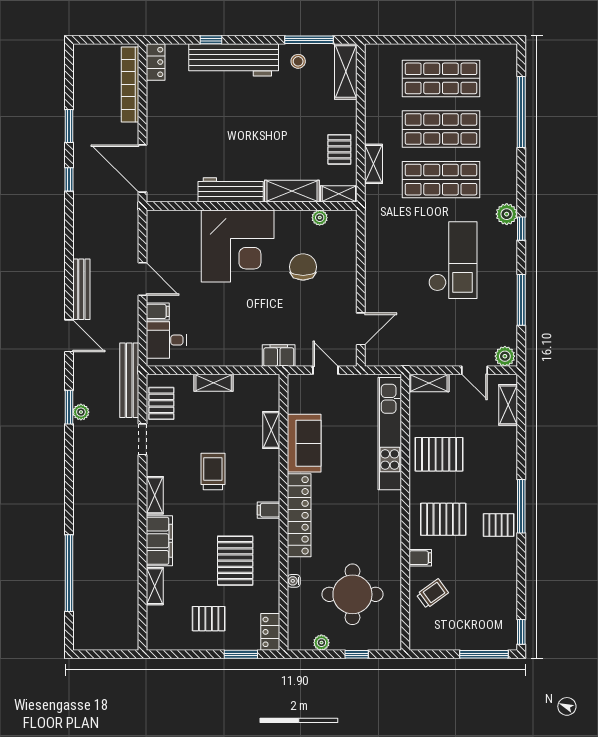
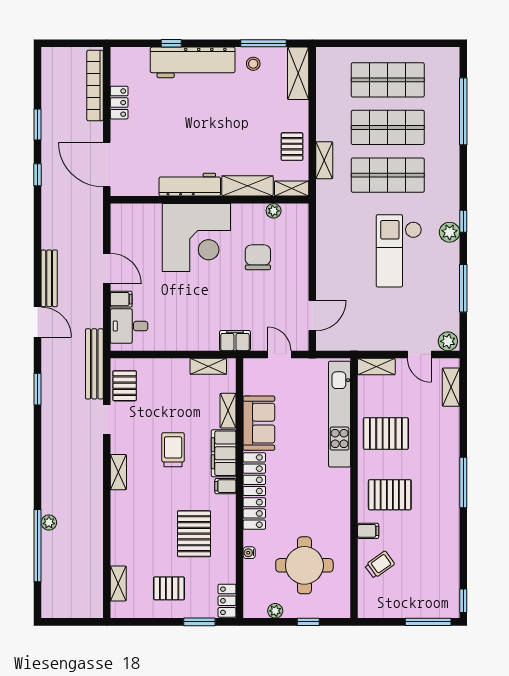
locker: (156, 62) -> (119, 103), moved
plant: (507, 214) -> (450, 232), moved
checkout: (453, 260) -> (399, 251), turned 180
shelving: (214, 383) -> (208, 366), moved
plant: (81, 412) -> (49, 522), moved
pallet: (499, 525) -> (442, 500), removed
filing cabinet: (159, 541) -> (224, 453), moved, turned 180
shelving: (155, 586) -> (118, 583), moved

